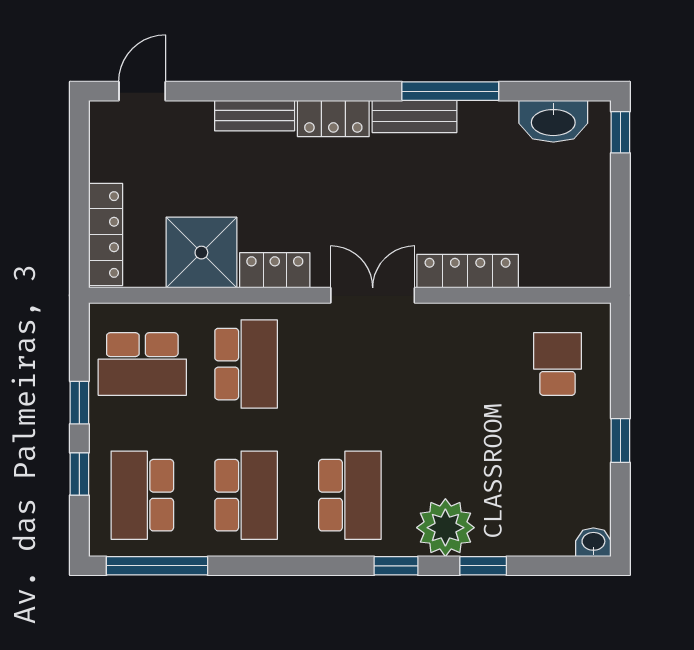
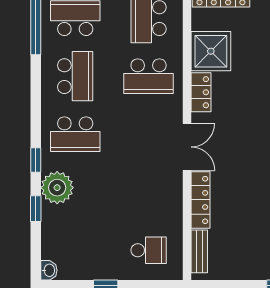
bench: (560, 273) -> (199, 251), added
school desk: (246, 495) -> (75, 76), turned -90

